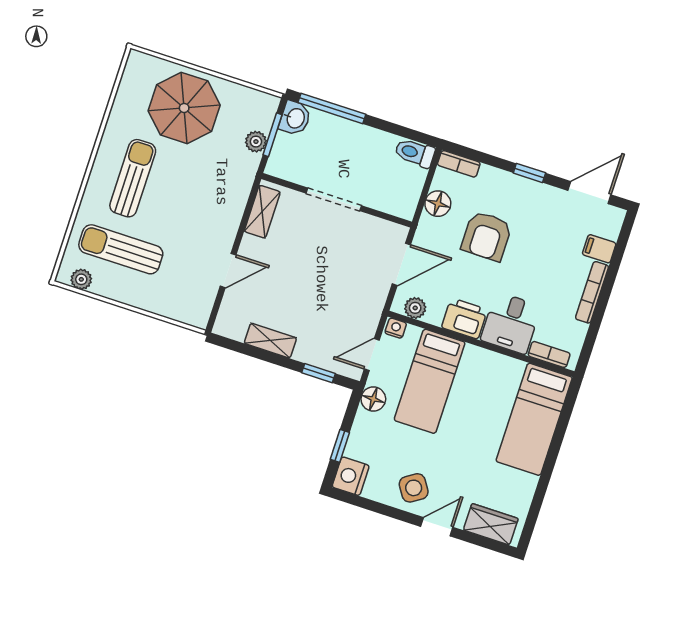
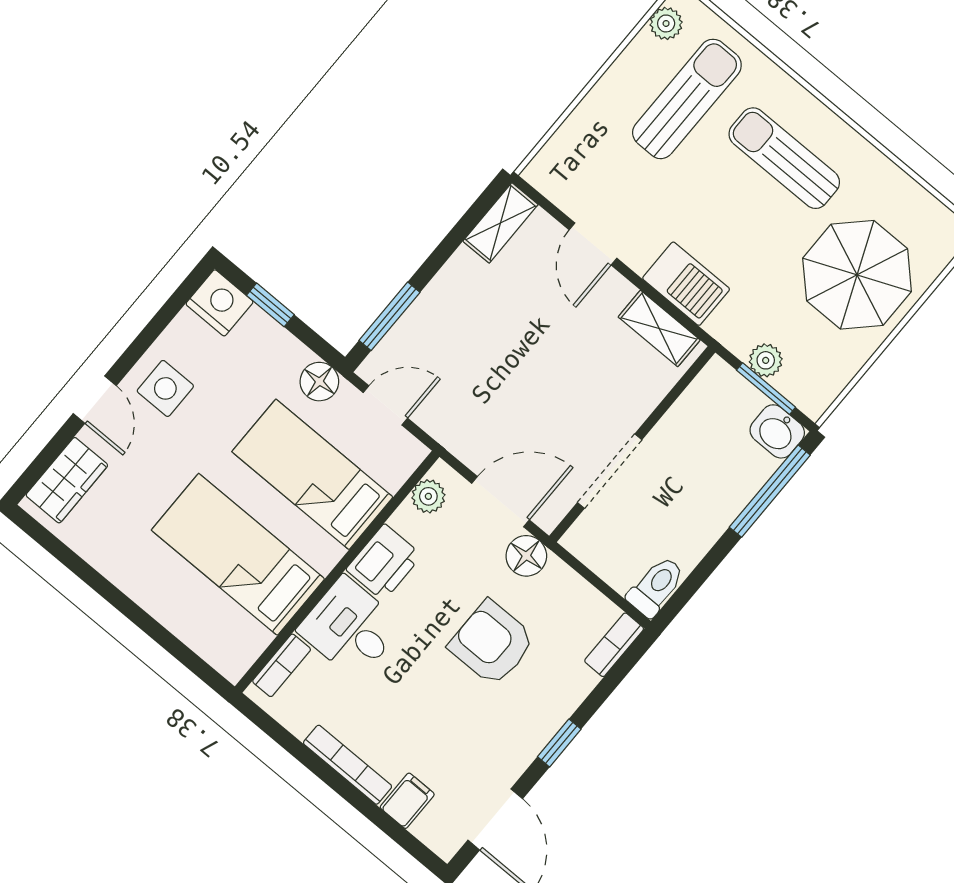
sun lounger: (133, 178) -> (784, 158), turned 180
doorway: (334, 199) -> (610, 471), moved
floor lamp: (438, 204) -> (526, 556), moved
barbecue: (230, 206) -> (686, 284), added
door: (401, 264) -> (501, 502), swing flipped
nightstand: (396, 328) -> (410, 456), removed
shelving: (270, 341) -> (501, 223), moved
door: (372, 355) -> (385, 405), hinge flipped
window: (319, 373) -> (389, 316), width x1.50
bed: (534, 419) -> (238, 554), moved
side table: (414, 488) -> (165, 388), turned 33

